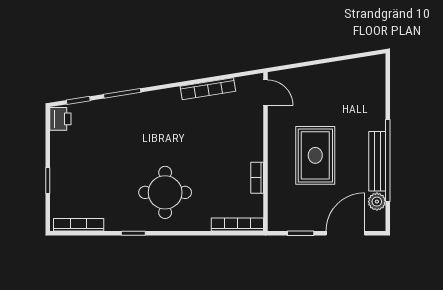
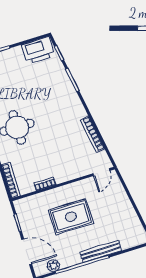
printer: (60, 119) -> (38, 50), width x1.87, depth x1.48
bench: (377, 161) -> (101, 251), moved

